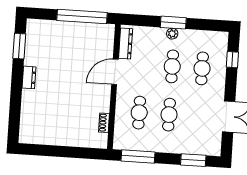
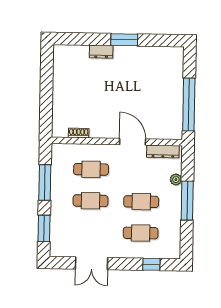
window: (173, 23) -> (187, 201), width x1.44
plant: (172, 34) -> (176, 180), moved
window: (19, 46) -> (124, 40), moved
dresser: (29, 77) -> (101, 52), moved
window: (138, 156) -> (45, 183), moved

